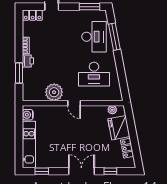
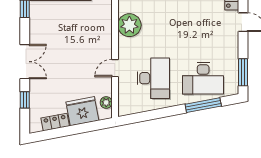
desk: (94, 74) -> (153, 78), turned 180
door: (74, 103) -> (115, 68), moved

